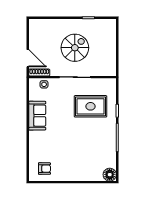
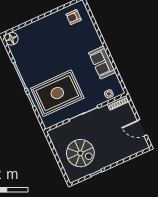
spiral stairs: (75, 48) -> (80, 153), moved, turned -90
door: (28, 58) -> (142, 128), moved
rug: (91, 106) -> (57, 93), width x1.37, depth x1.44

